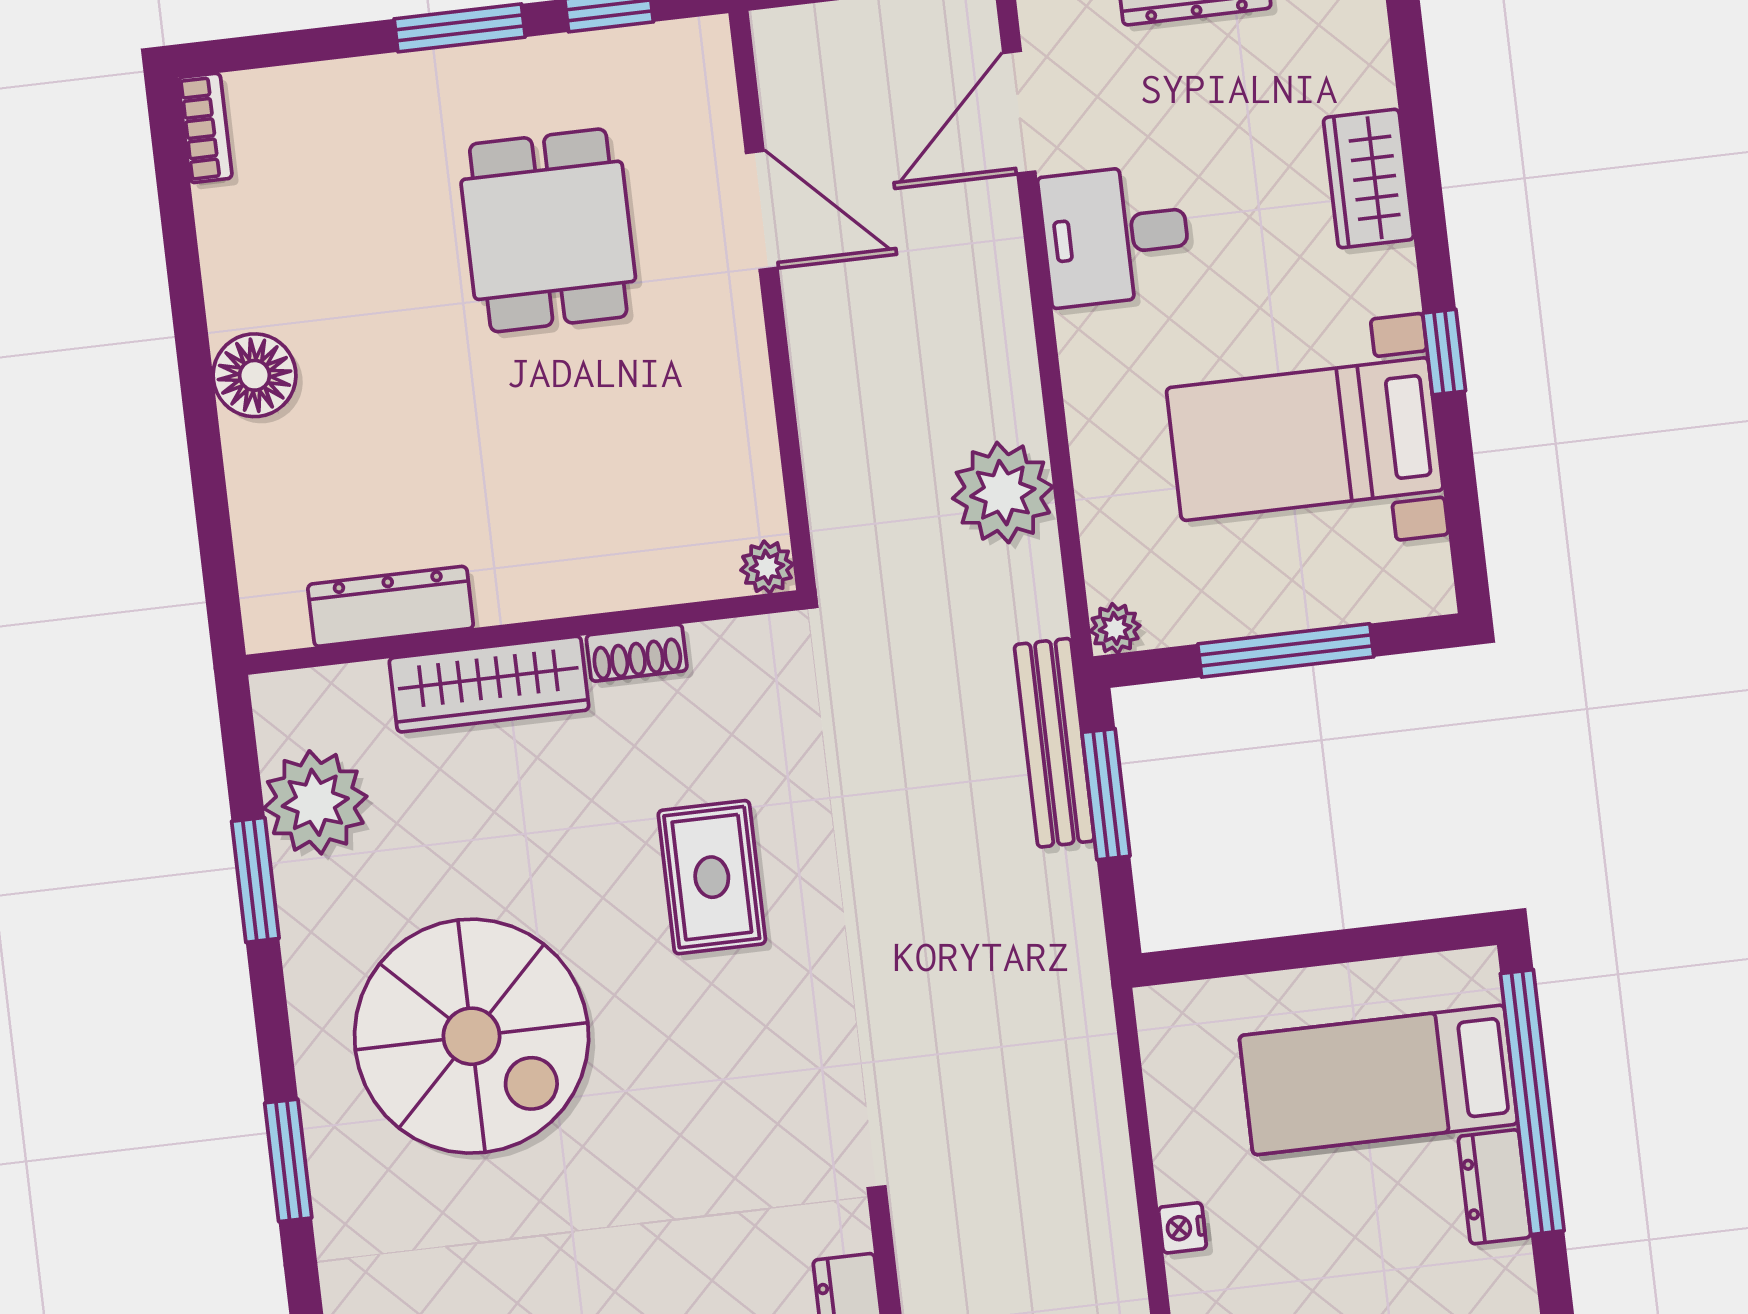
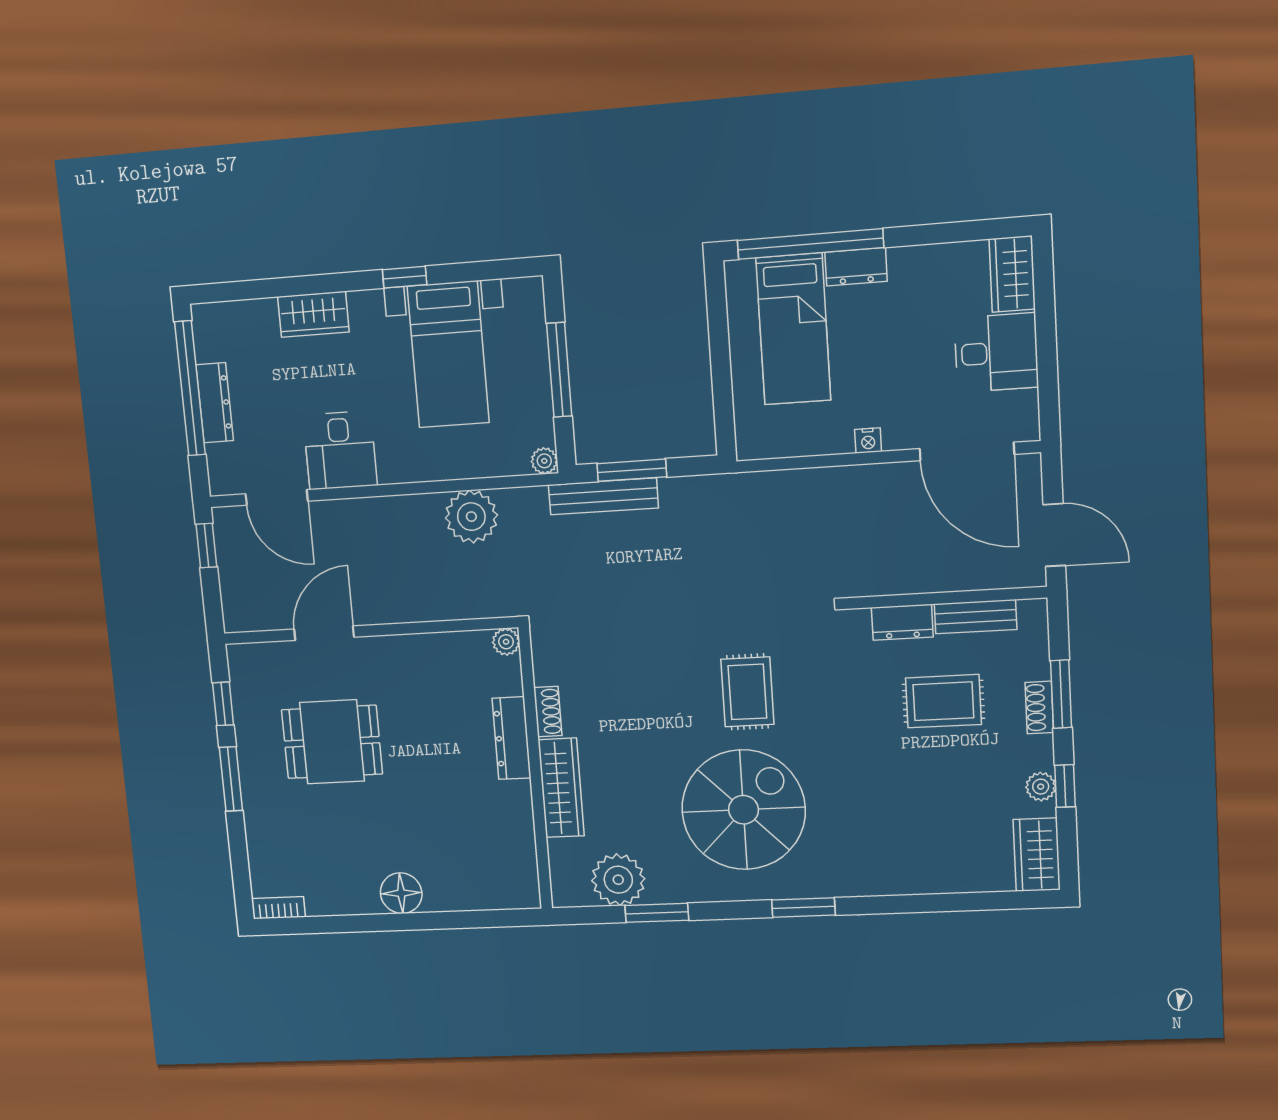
dresser: (391, 606) -> (512, 738), moved
rug: (712, 877) -> (747, 692), moved, turned 90

